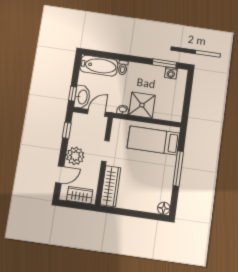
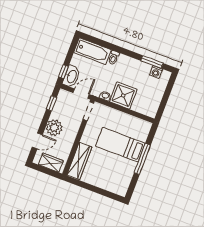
bed: (153, 141) -> (120, 145), moved
doorway: (105, 151) -> (88, 111), moved
floor lamp: (164, 208) -> (122, 190), removed

